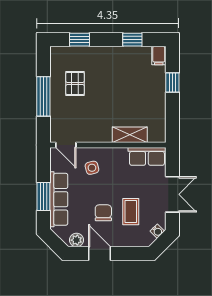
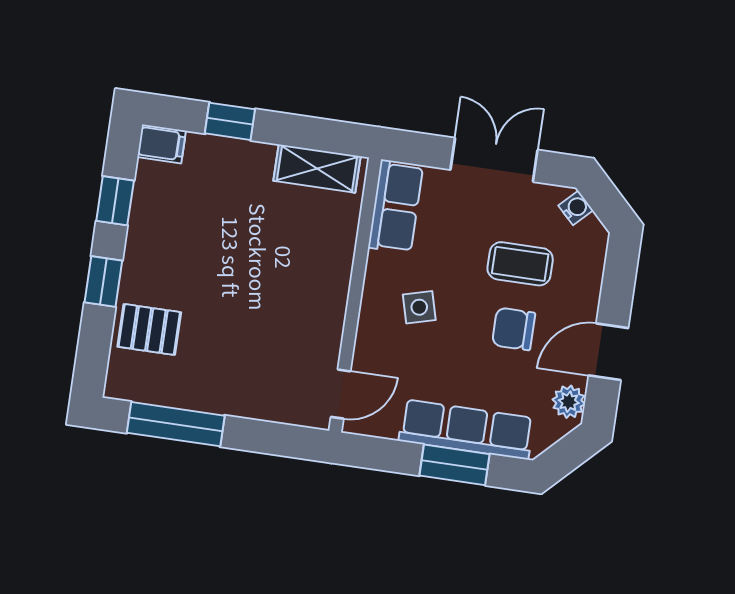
window: (80, 40) -> (103, 282), moved
pallet: (75, 83) -> (149, 329), moved
window: (43, 96) -> (176, 424), moved
shelving: (130, 135) -> (317, 169), moved, turned 90
side table: (92, 168) -> (419, 307), moved

